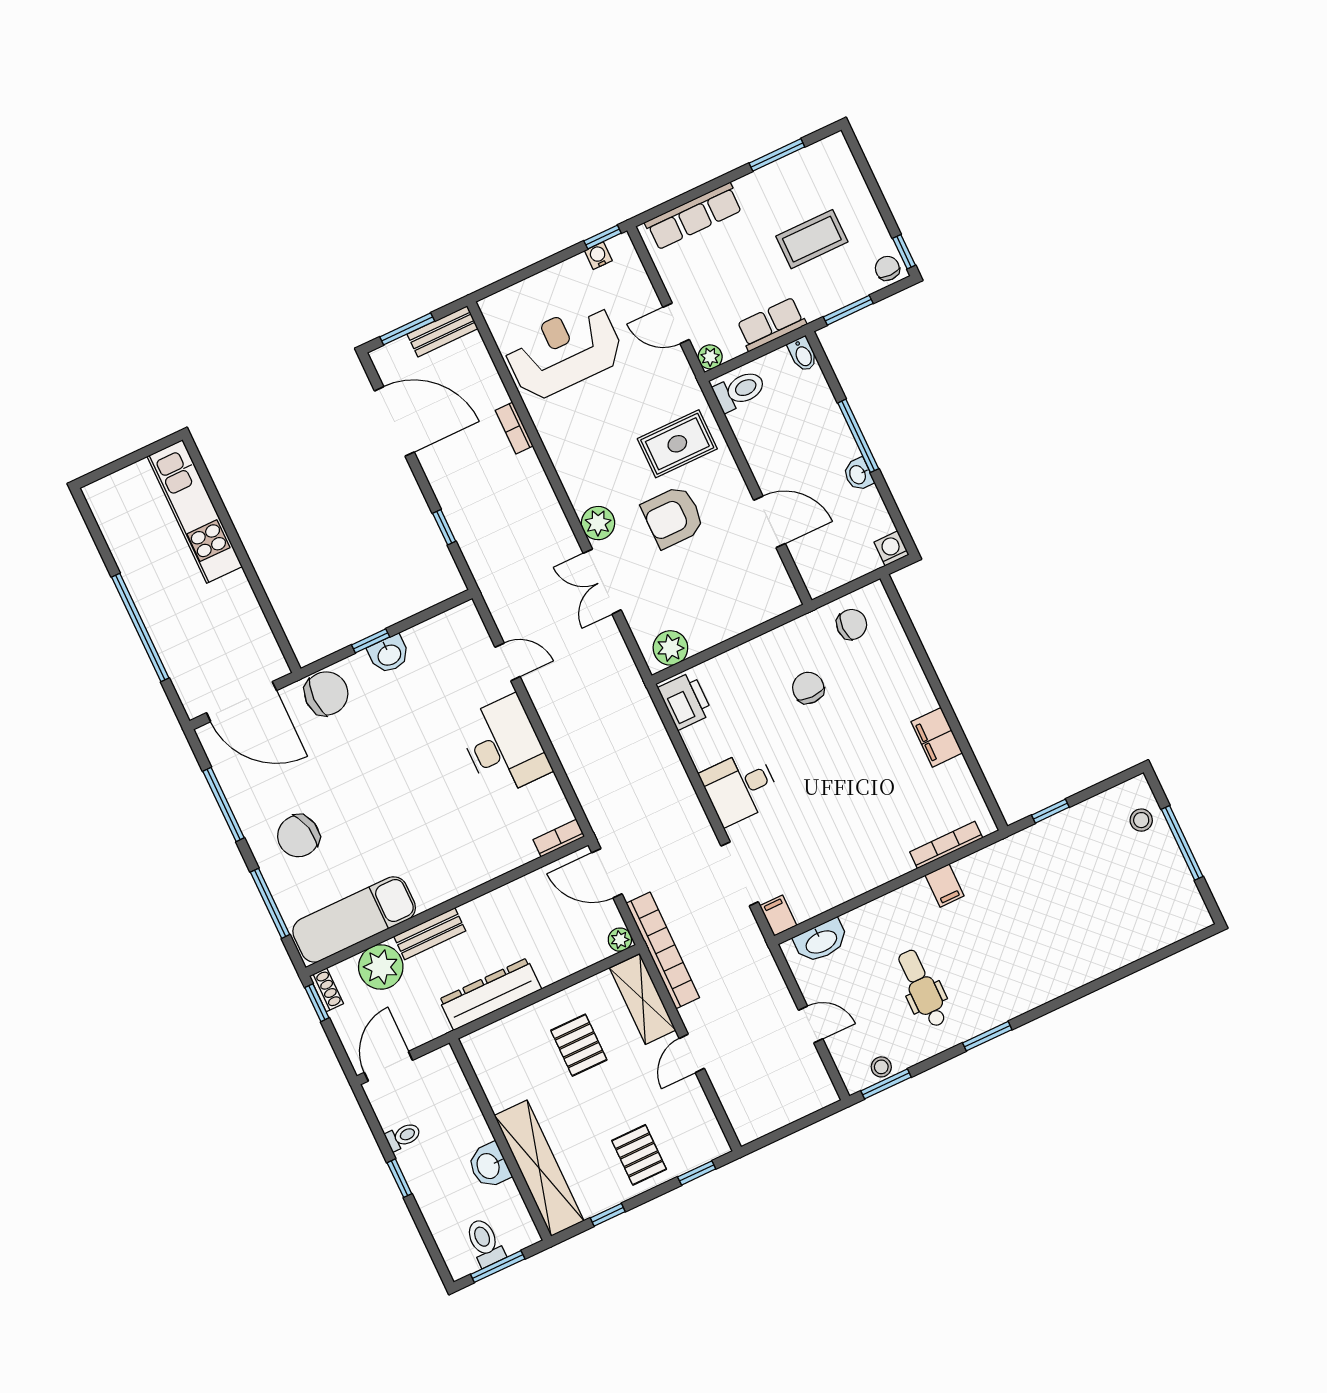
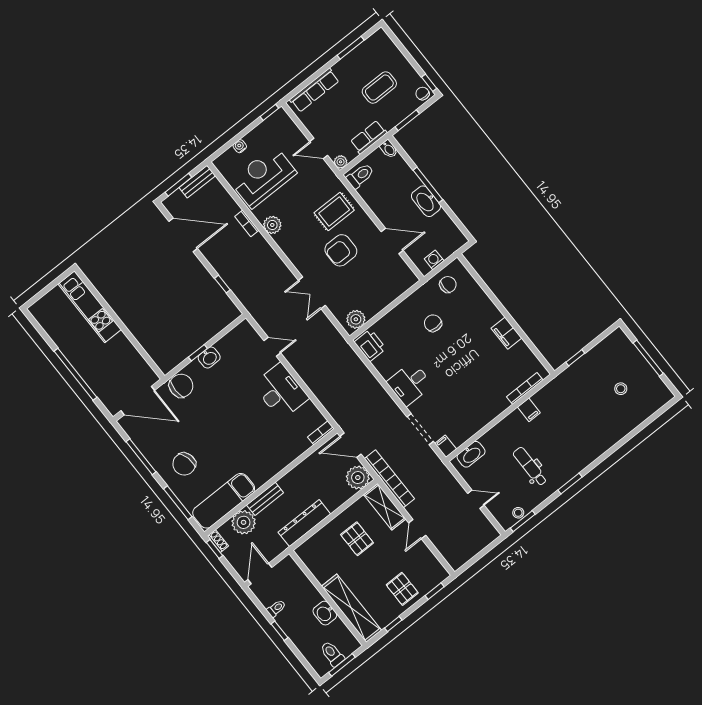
water cooler: (598, 256) -> (240, 146), moved
washbasin: (858, 474) -> (426, 201), width x1.91, depth x1.45
plant: (598, 523) -> (272, 225), moved
washing machine: (891, 548) -> (434, 260), moved
stool: (1141, 820) -> (621, 389), moved
plant: (620, 940) -> (358, 478), width x1.87, depth x1.87

